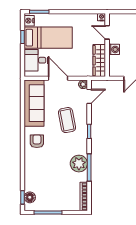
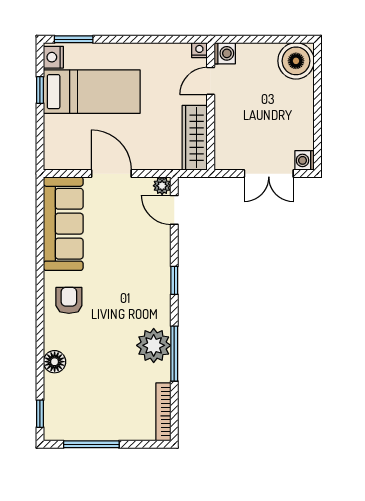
door: (107, 32) -> (211, 81), hinge flipped
washing machine: (114, 49) -> (225, 53), moved
desk: (36, 60) -> (67, 137), removed
door: (89, 96) -> (174, 210), swing flipped
coffee table: (67, 120) -> (130, 258), removed
floor lamp: (30, 197) -> (55, 362), moved

